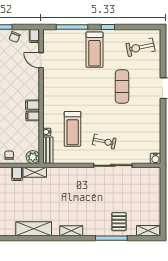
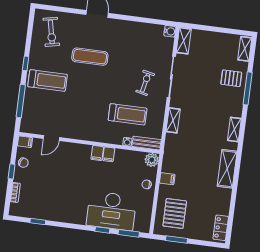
shelving: (35, 172) -> (173, 120), moved
shelving: (148, 173) -> (184, 41), added

